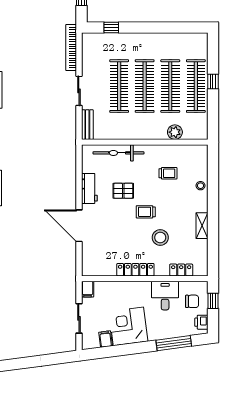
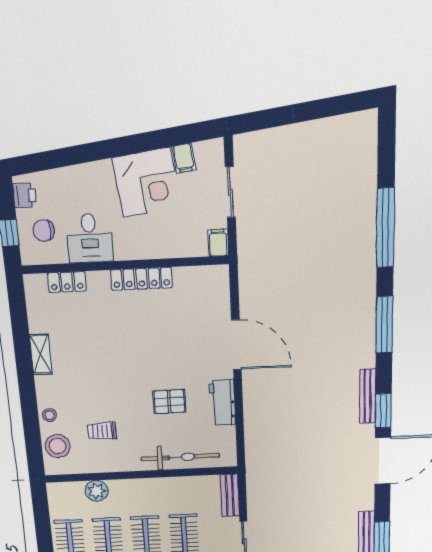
trolley: (146, 212) -> (132, 371), removed
stool: (160, 237) -> (58, 446), moved
window: (174, 343) -> (67, 157), removed

